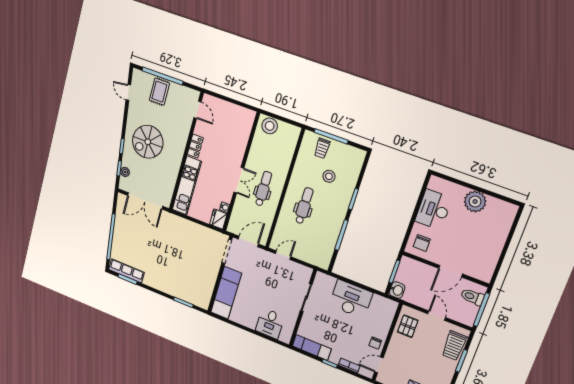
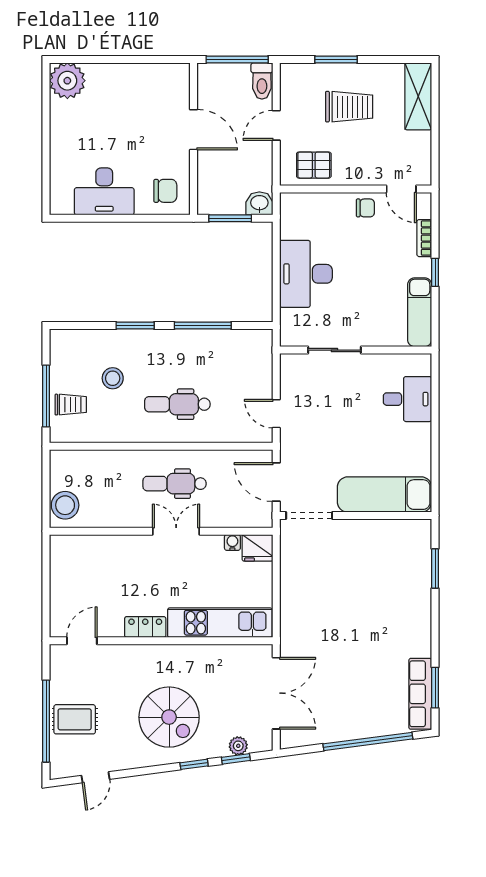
plant: (475, 202) -> (67, 81), moved
toilet: (472, 297) -> (262, 81), moved
trolley: (454, 346) -> (349, 107), moved

